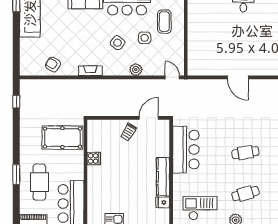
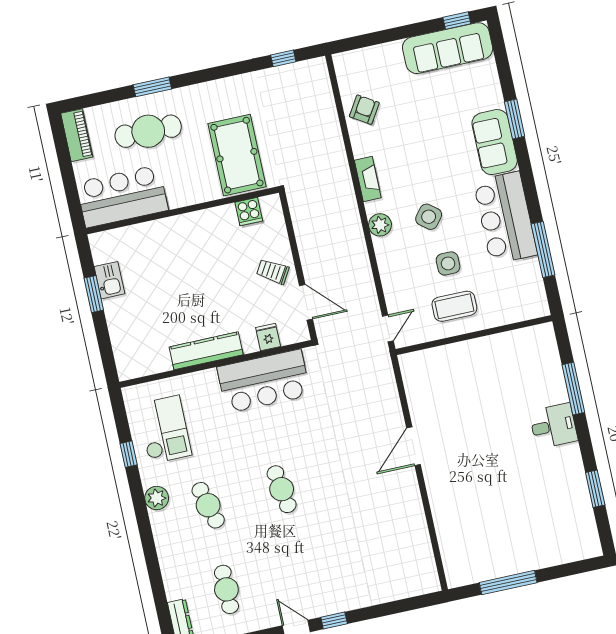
coffee table: (164, 22) -> (454, 306), moved
plant: (136, 70) -> (380, 225), moved
cooker: (94, 159) -> (249, 212), moved
fridge: (163, 202) -> (268, 337), moved

